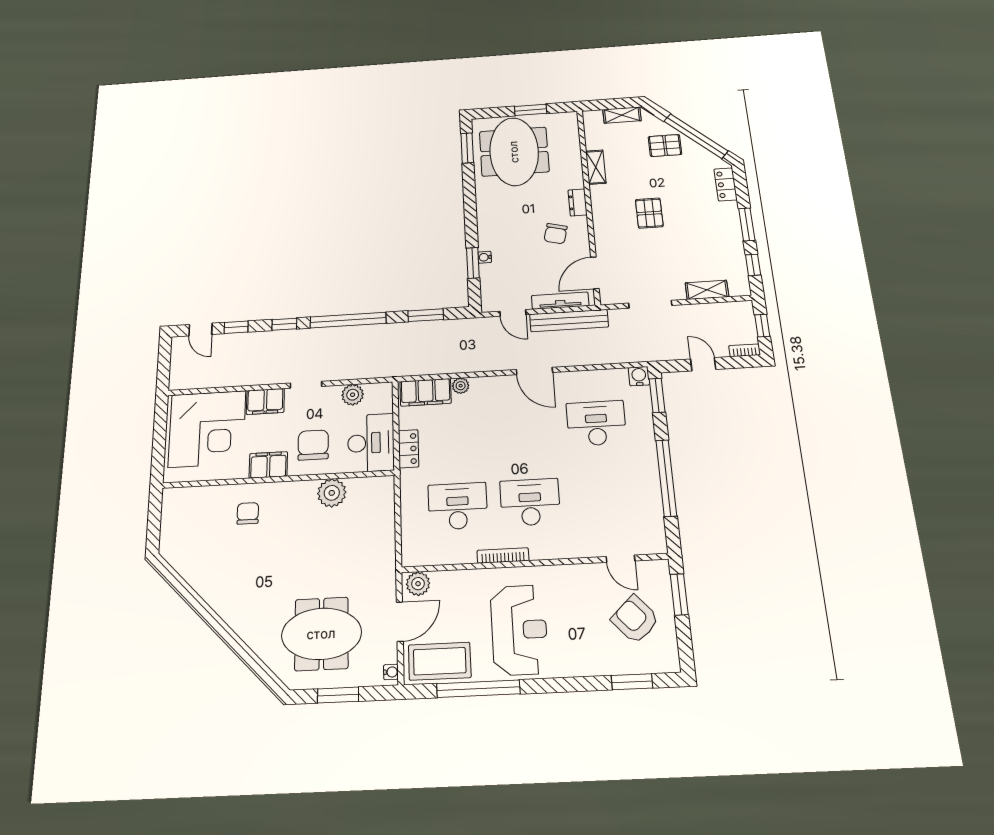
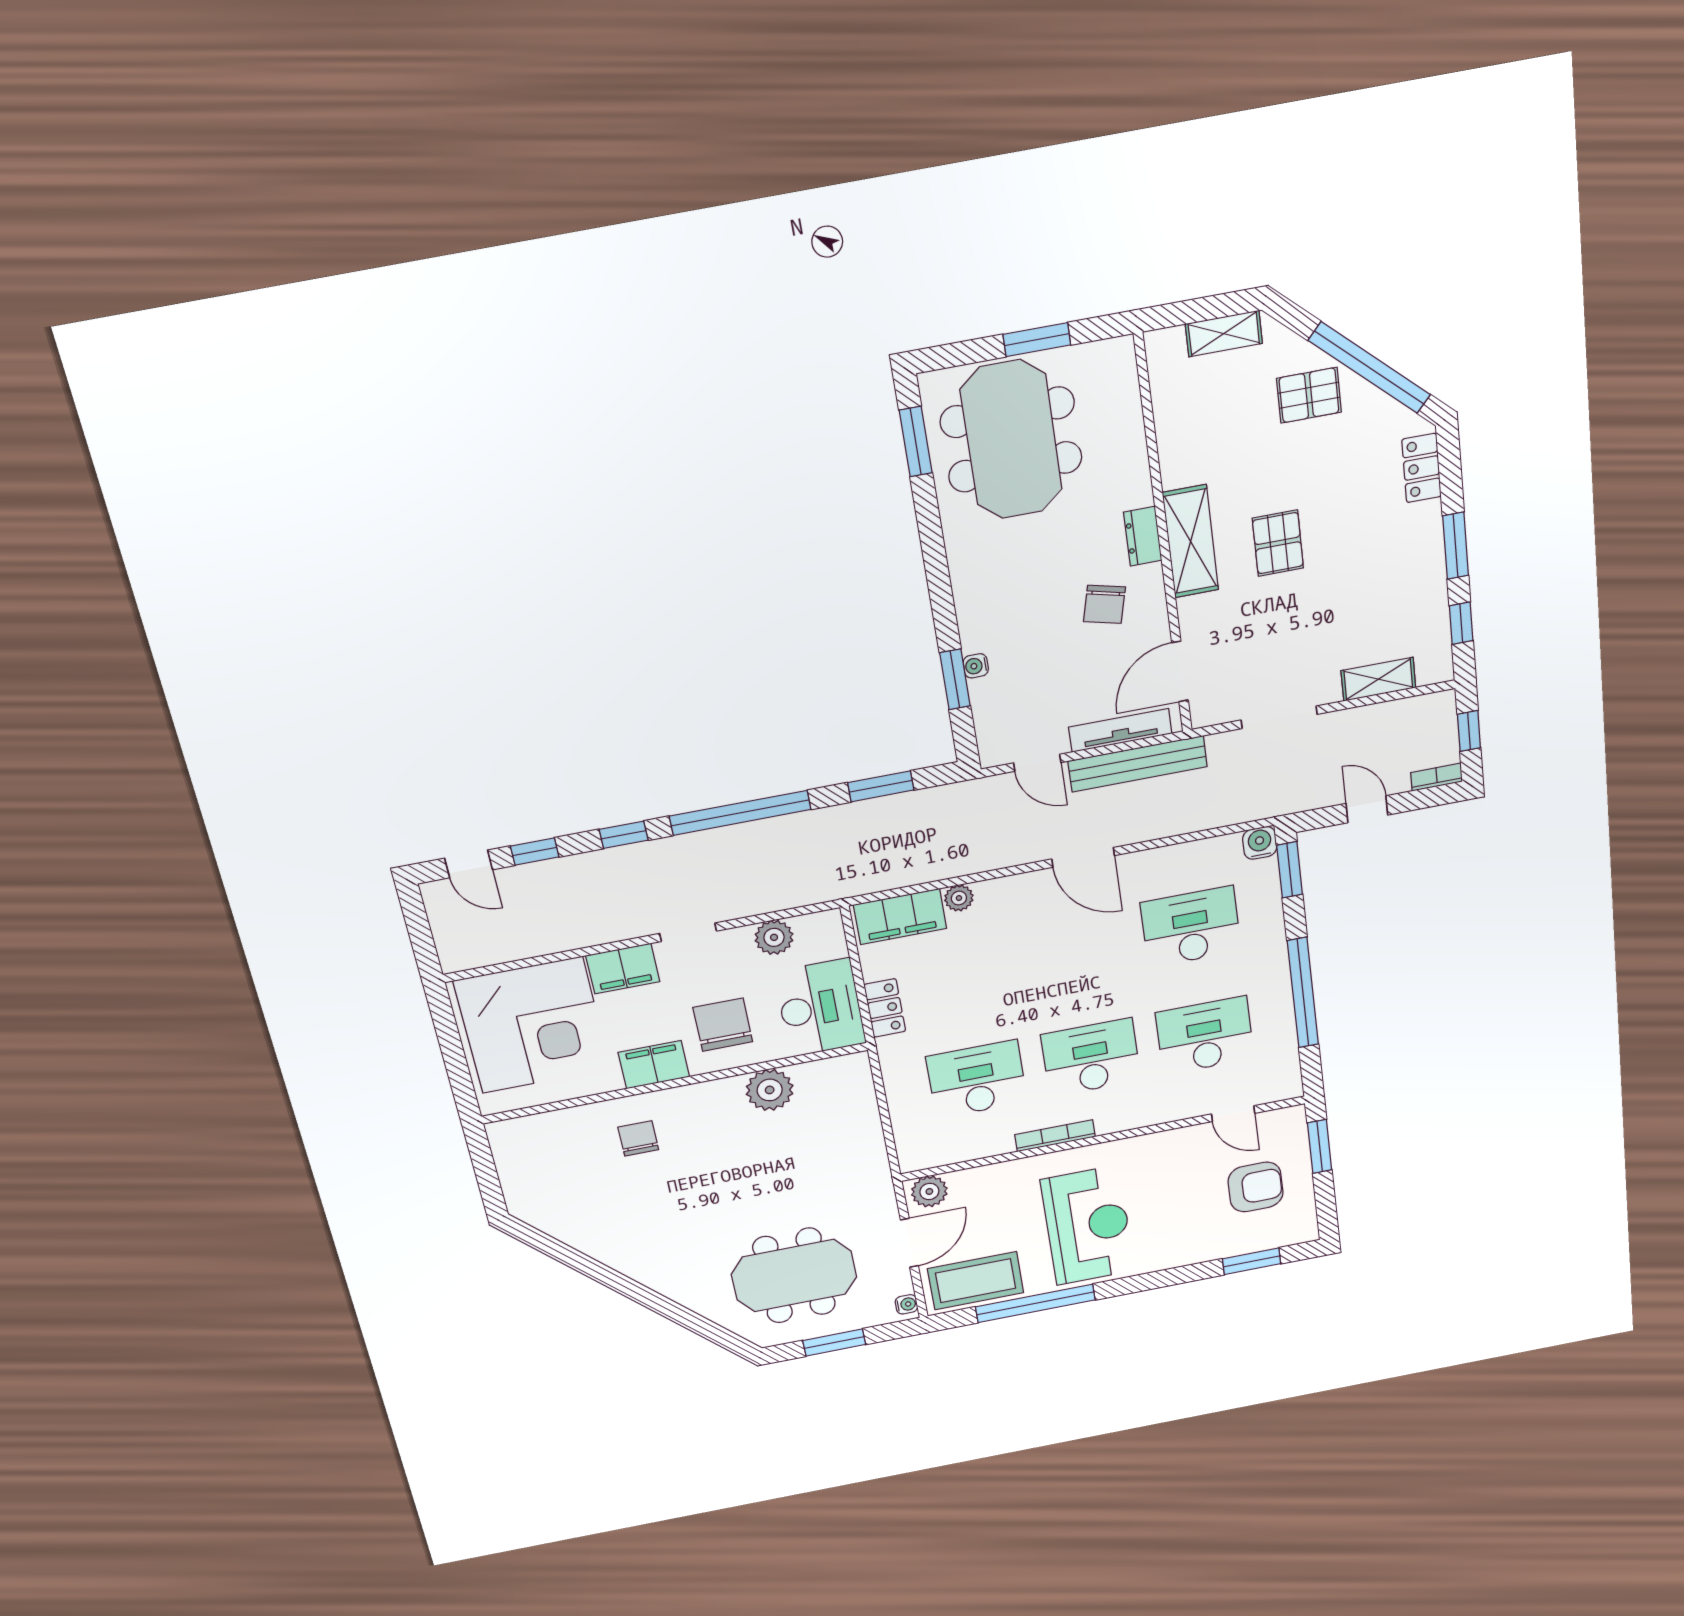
shelving: (596, 167) -> (1191, 541), moved, width x1.50, depth x1.33
desk: (603, 498) -> (1205, 1036), added
armchair: (635, 619) -> (1256, 1187), turned 133

